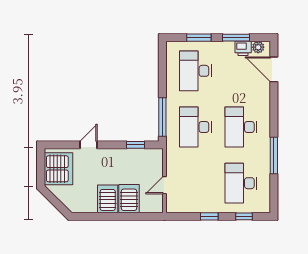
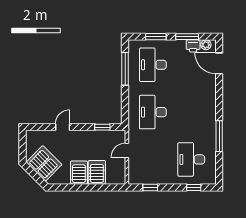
window: (162, 117) -> (125, 69), moved
desk: (241, 127) -> (191, 112), removed
server rack: (58, 169) -> (44, 163), moved, turned -45
door: (164, 185) -> (127, 151), moved
window: (209, 216) -> (150, 187), moved

